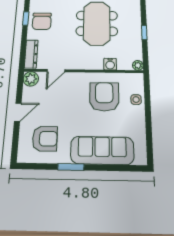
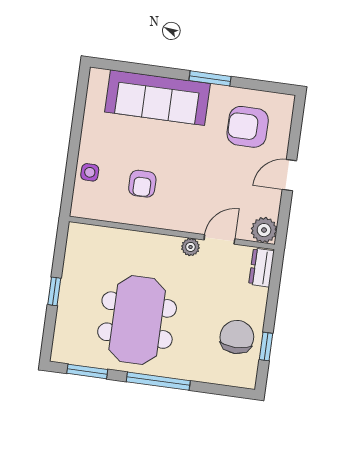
dresser: (31, 54) -> (262, 268), width x0.70
water cooler: (110, 64) -> (124, 240), removed
plant: (138, 65) -> (190, 247), moved
armchair: (104, 97) -> (142, 184), width x0.53, depth x0.53

